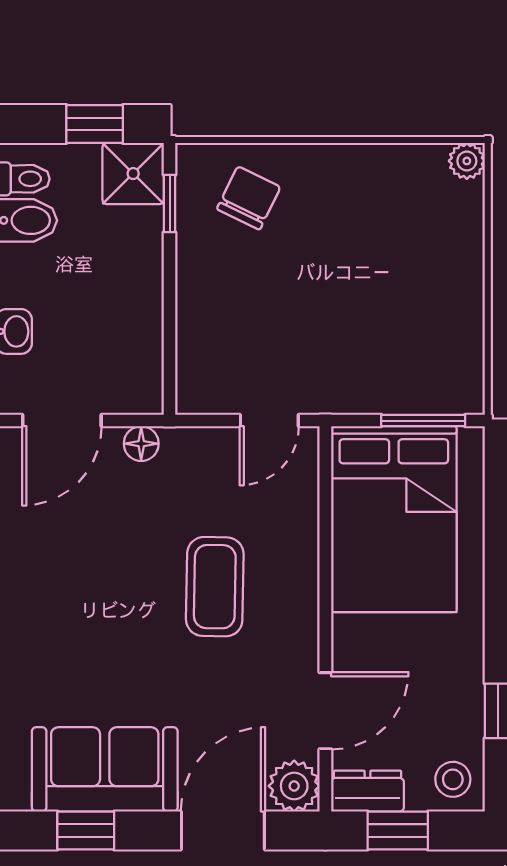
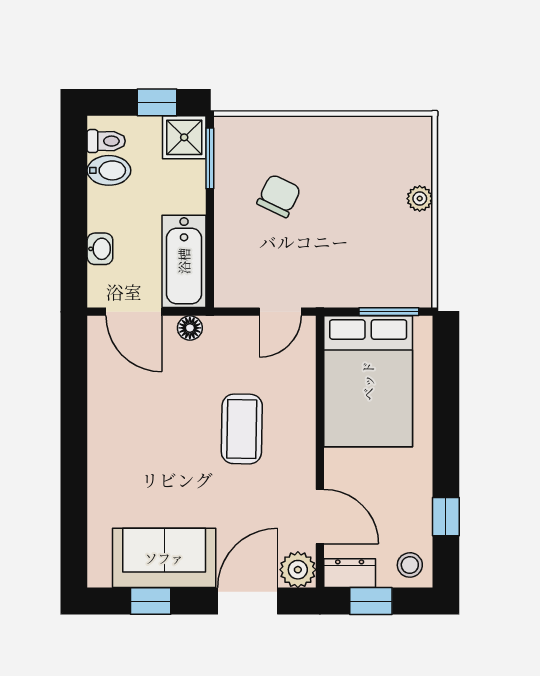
plant: (467, 161) -> (420, 199), moved
chair: (249, 198) -> (279, 196), moved
window: (170, 203) -> (210, 158), width x1.50
bathtub: (133, 349) -> (184, 261), added
door: (62, 421) -> (134, 312), hinge flipped
door: (325, 711) -> (320, 517), hinge flipped

